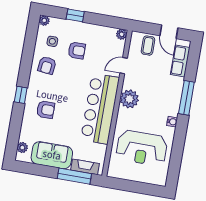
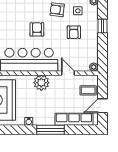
row of seats: (180, 61) -> (74, 119), width x1.48
armchair: (46, 110) -> (37, 29), moved, turned 180

